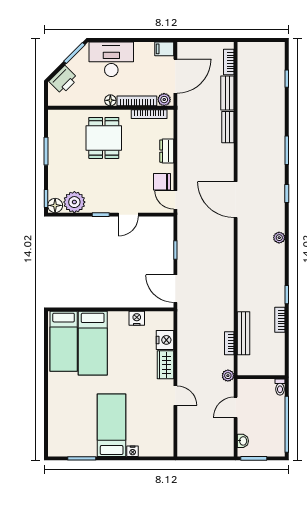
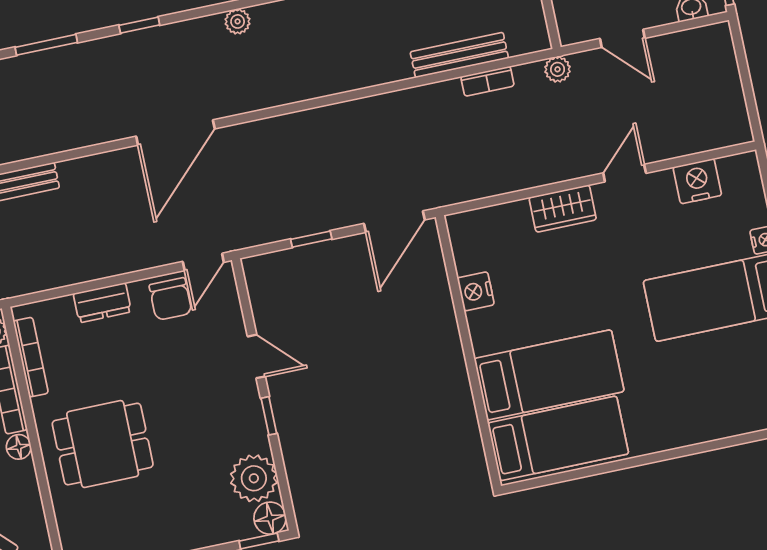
nightstand: (165, 340) -> (697, 181), moved

